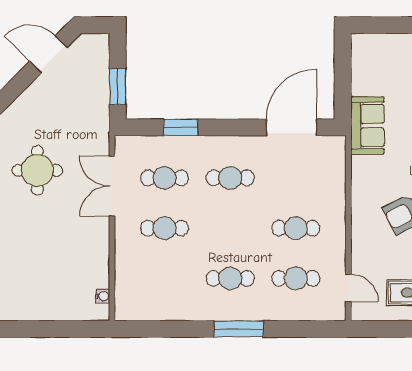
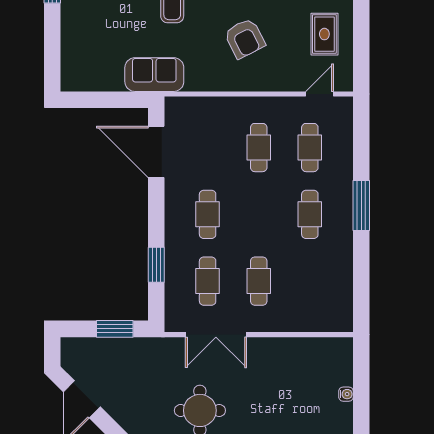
water cooler: (103, 296) -> (346, 394), moved, turned 90

